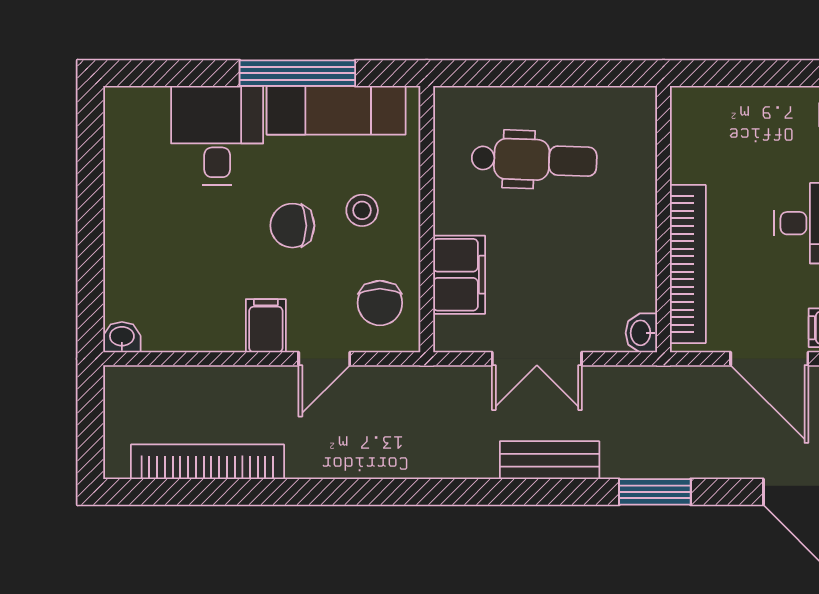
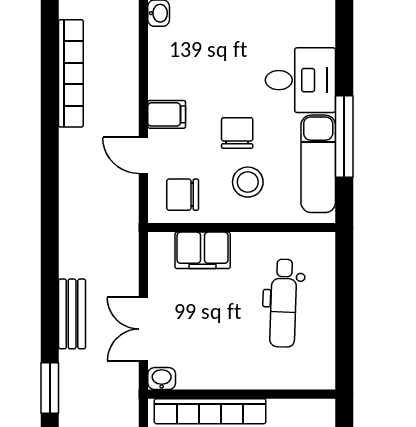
stool: (362, 210) -> (248, 182), width x1.37, depth x1.37
double door: (537, 359) -> (143, 329), moved

